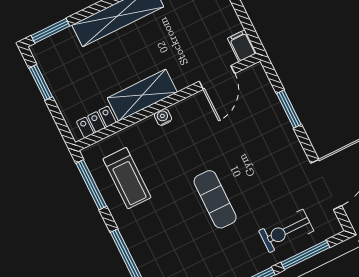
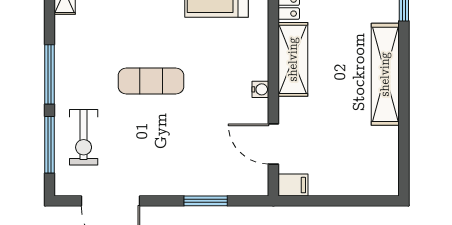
water cooler: (163, 117) -> (260, 89), moved
exercise bike: (286, 231) -> (84, 137), turned 180

